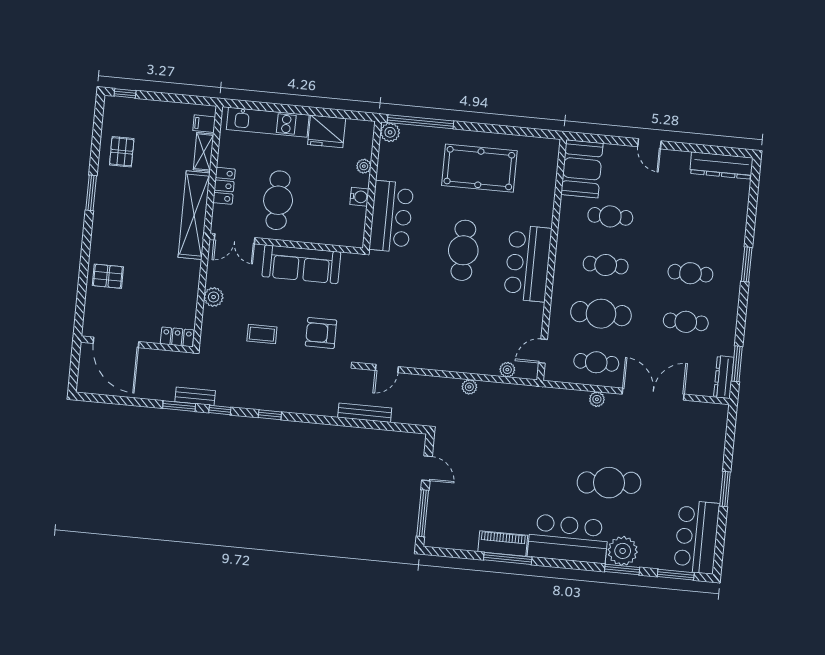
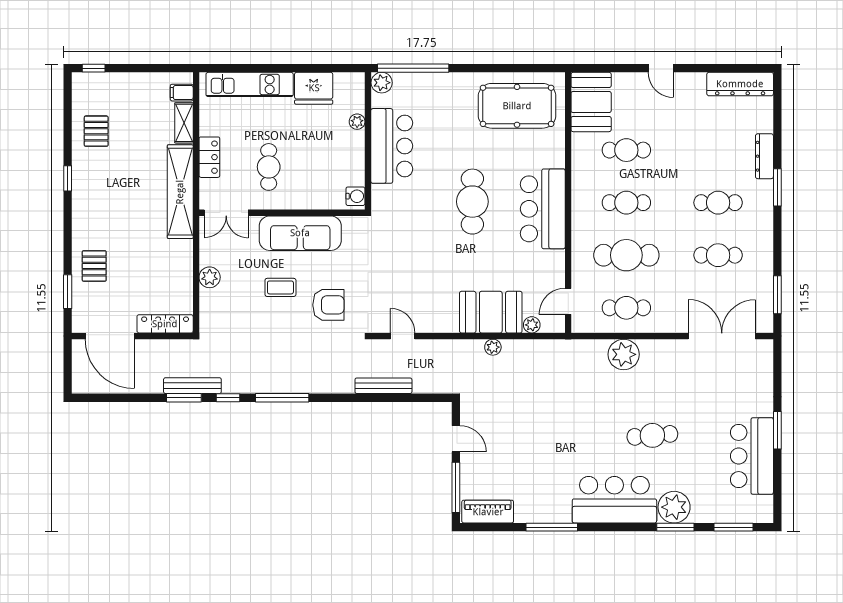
pool table: (479, 168) -> (517, 106), moved
window: (91, 193) -> (68, 178), width x0.67
water cooler: (359, 197) -> (355, 196), moved
cafe table: (278, 200) -> (269, 167), width x0.73, depth x0.74
bar counter: (391, 217) -> (392, 146), moved
pallet: (108, 276) -> (94, 266), turned 90
window: (81, 298) -> (68, 292), added
armchair: (321, 333) -> (328, 305), turned 180
coffee table: (262, 334) -> (280, 287), moved
locker: (177, 337) -> (165, 324), width x1.53
booth: (471, 354) -> (491, 312), added
door: (387, 369) -> (403, 336), swing flipped
dresser: (724, 377) -> (764, 156), moved
double door: (653, 394) -> (722, 336), moved
bench: (195, 396) -> (192, 386), width x1.36
plant: (597, 399) -> (624, 354), width x1.88, depth x1.88
window: (270, 415) -> (282, 398), width x2.17
cafe table: (609, 483) -> (652, 435), width x0.73, depth x0.74
bar counter: (697, 537) -> (752, 456), moved
piano: (503, 543) -> (488, 512), moved

